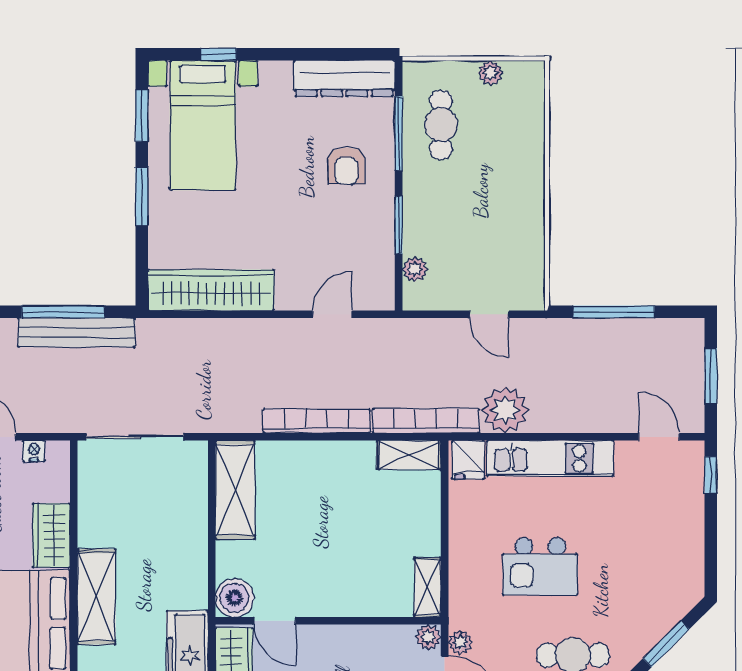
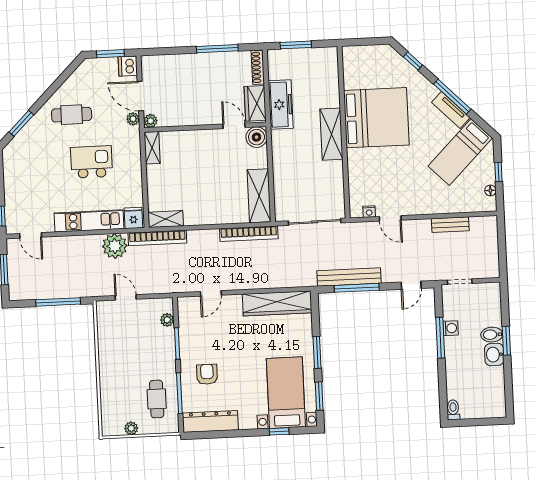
bookcase: (316, 421) -> (249, 234), moved
wardrobe: (51, 535) -> (357, 166), removed

